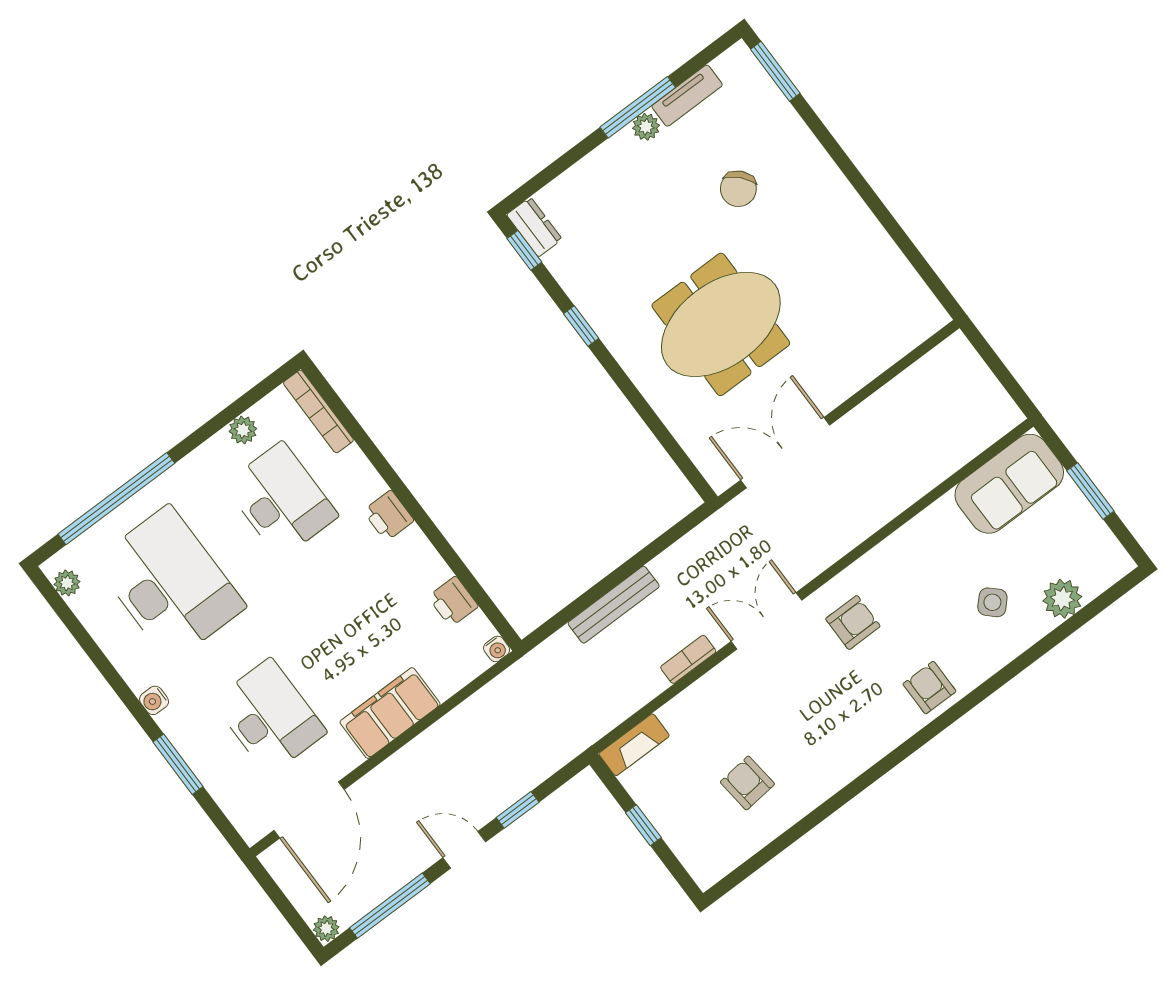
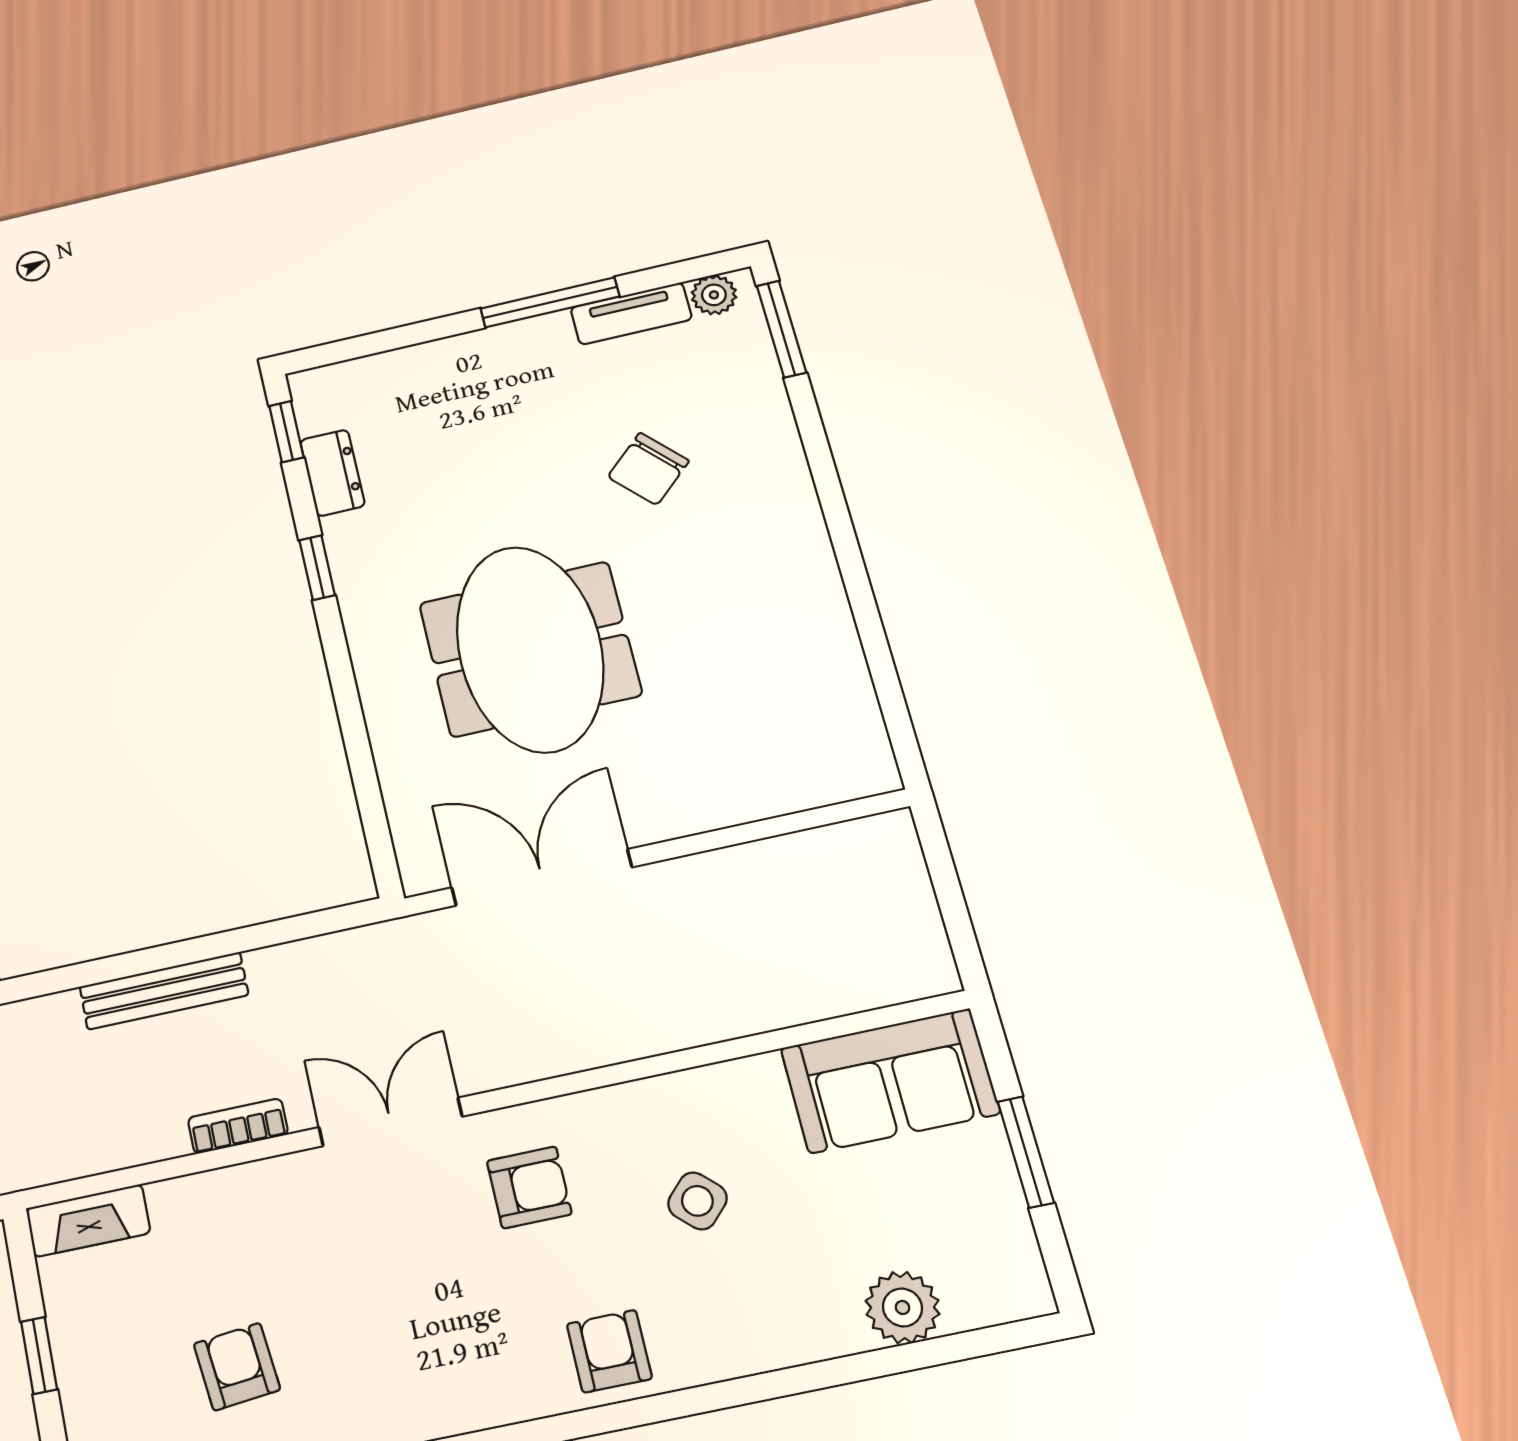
plant: (646, 127) -> (714, 295), moved
dresser: (534, 227) -> (332, 473), moved
meeting table: (721, 324) -> (530, 649), turned 90
side table: (992, 602) -> (697, 1201), moved

